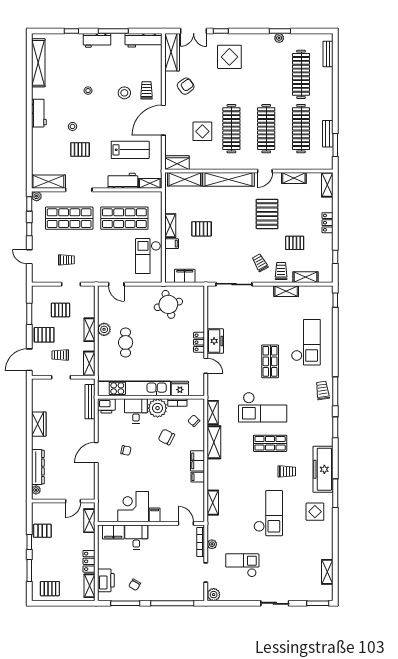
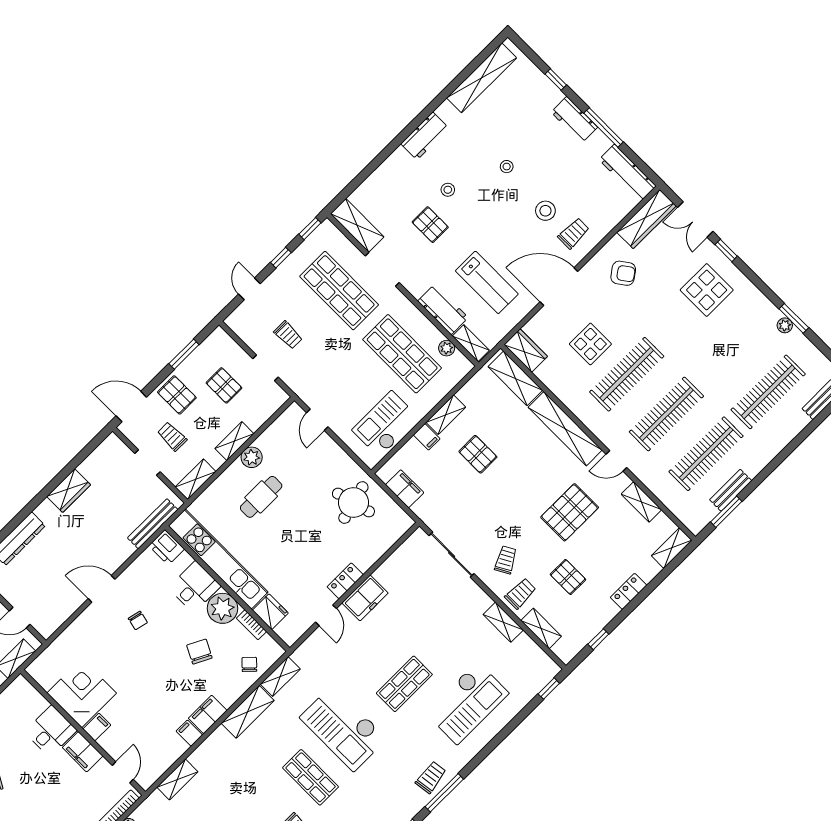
plant: (37, 196) -> (447, 348), moved
filing cabinet: (113, 532) -> (83, 752), moved

